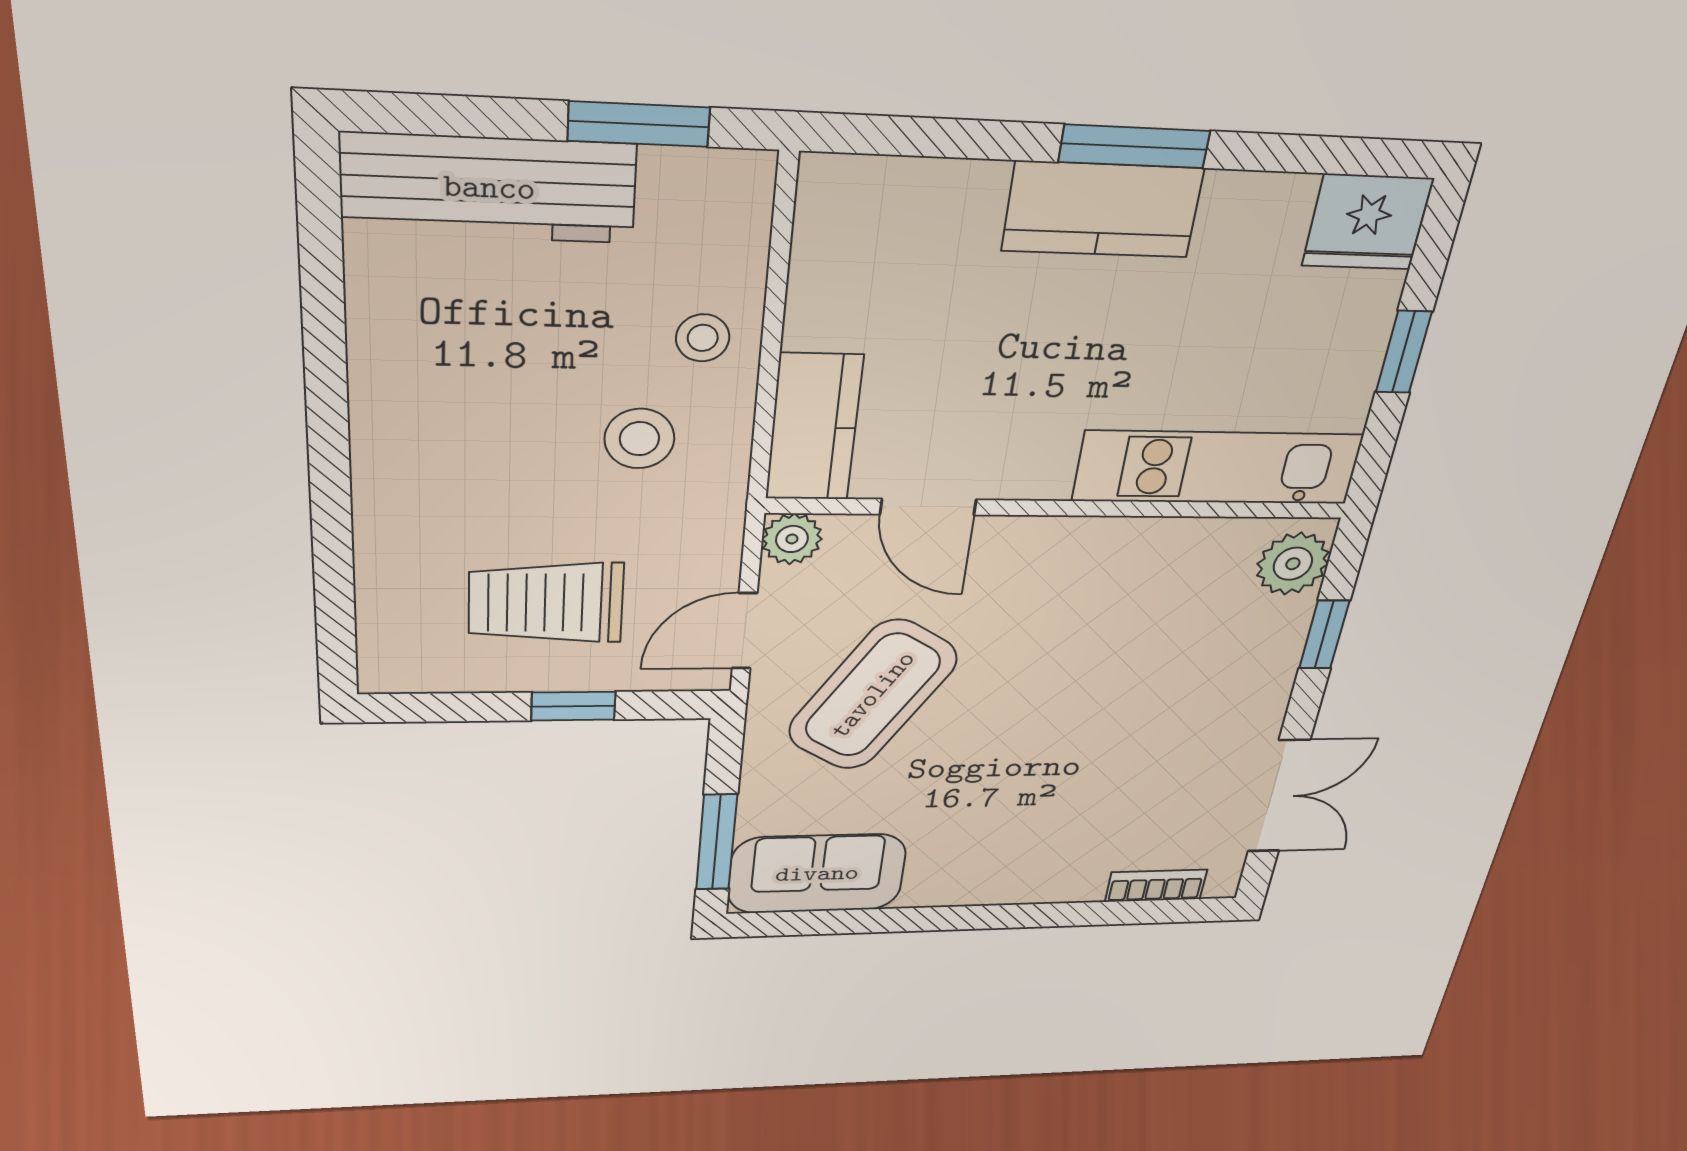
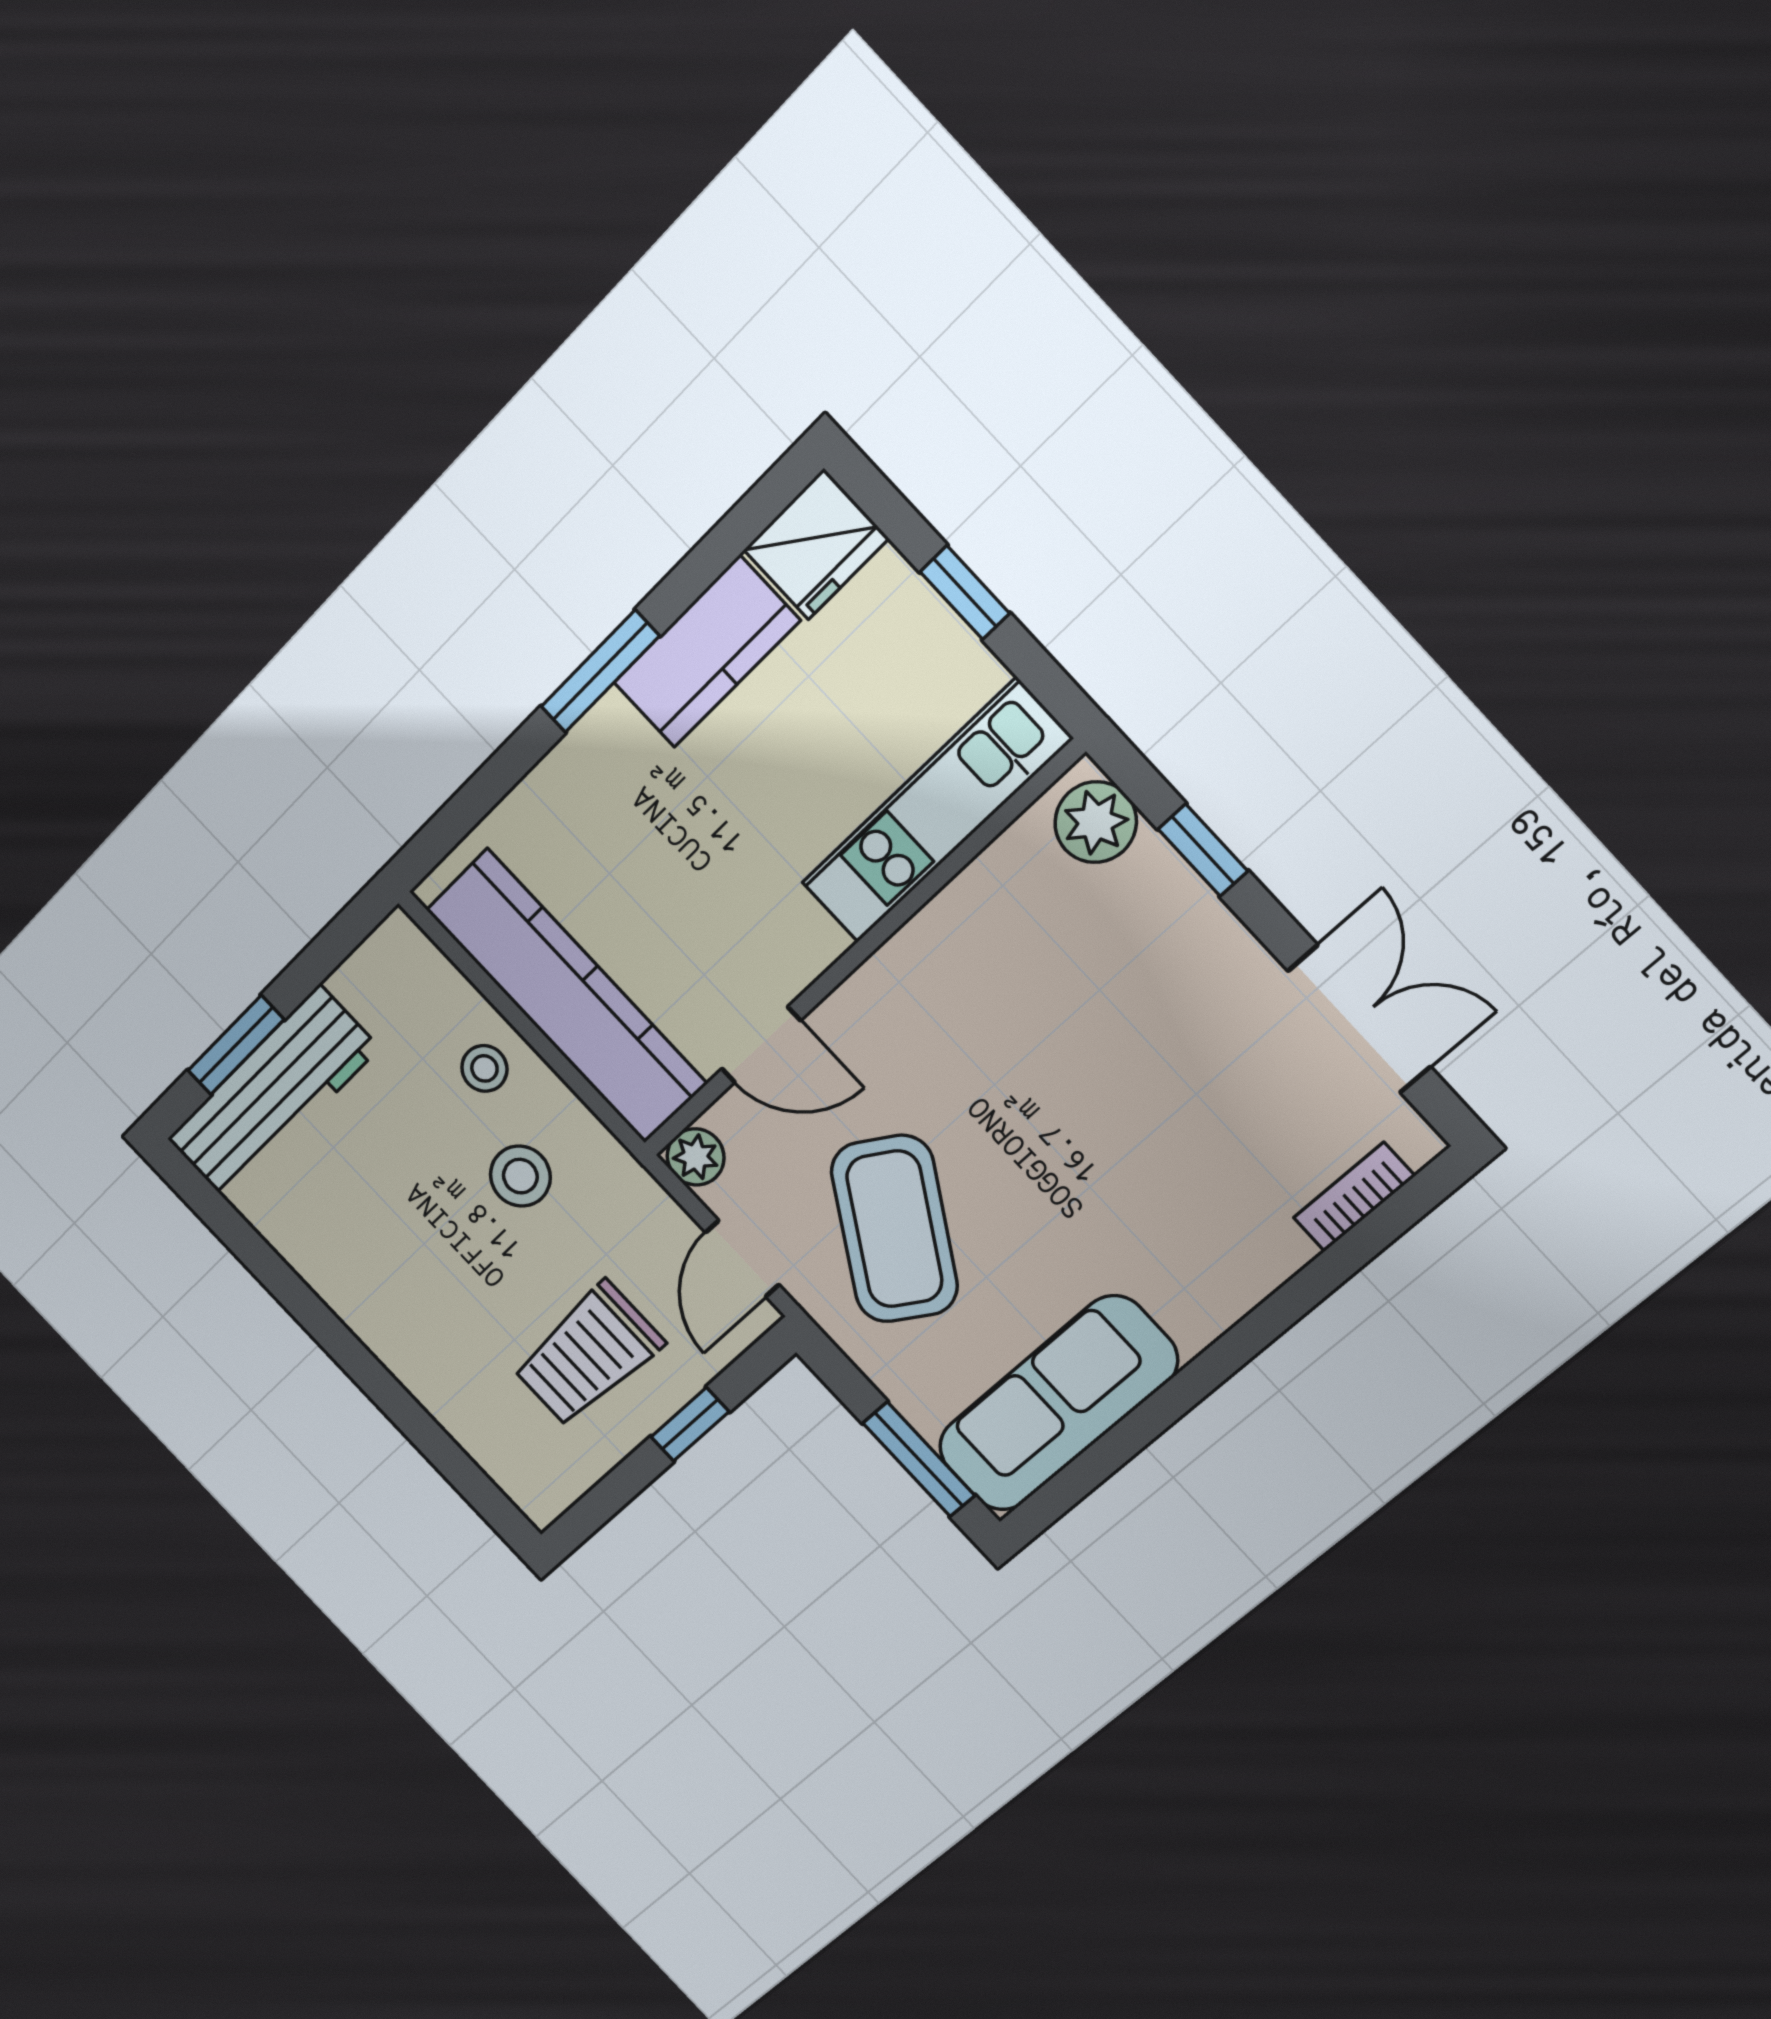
window: (639, 124) -> (236, 1045), moved
kitchen counter: (1103, 210) -> (707, 652), moved
kitchen counter: (814, 428) -> (567, 996), width x2.08, depth x1.17
sofa: (817, 874) -> (1057, 1404), width x1.36

